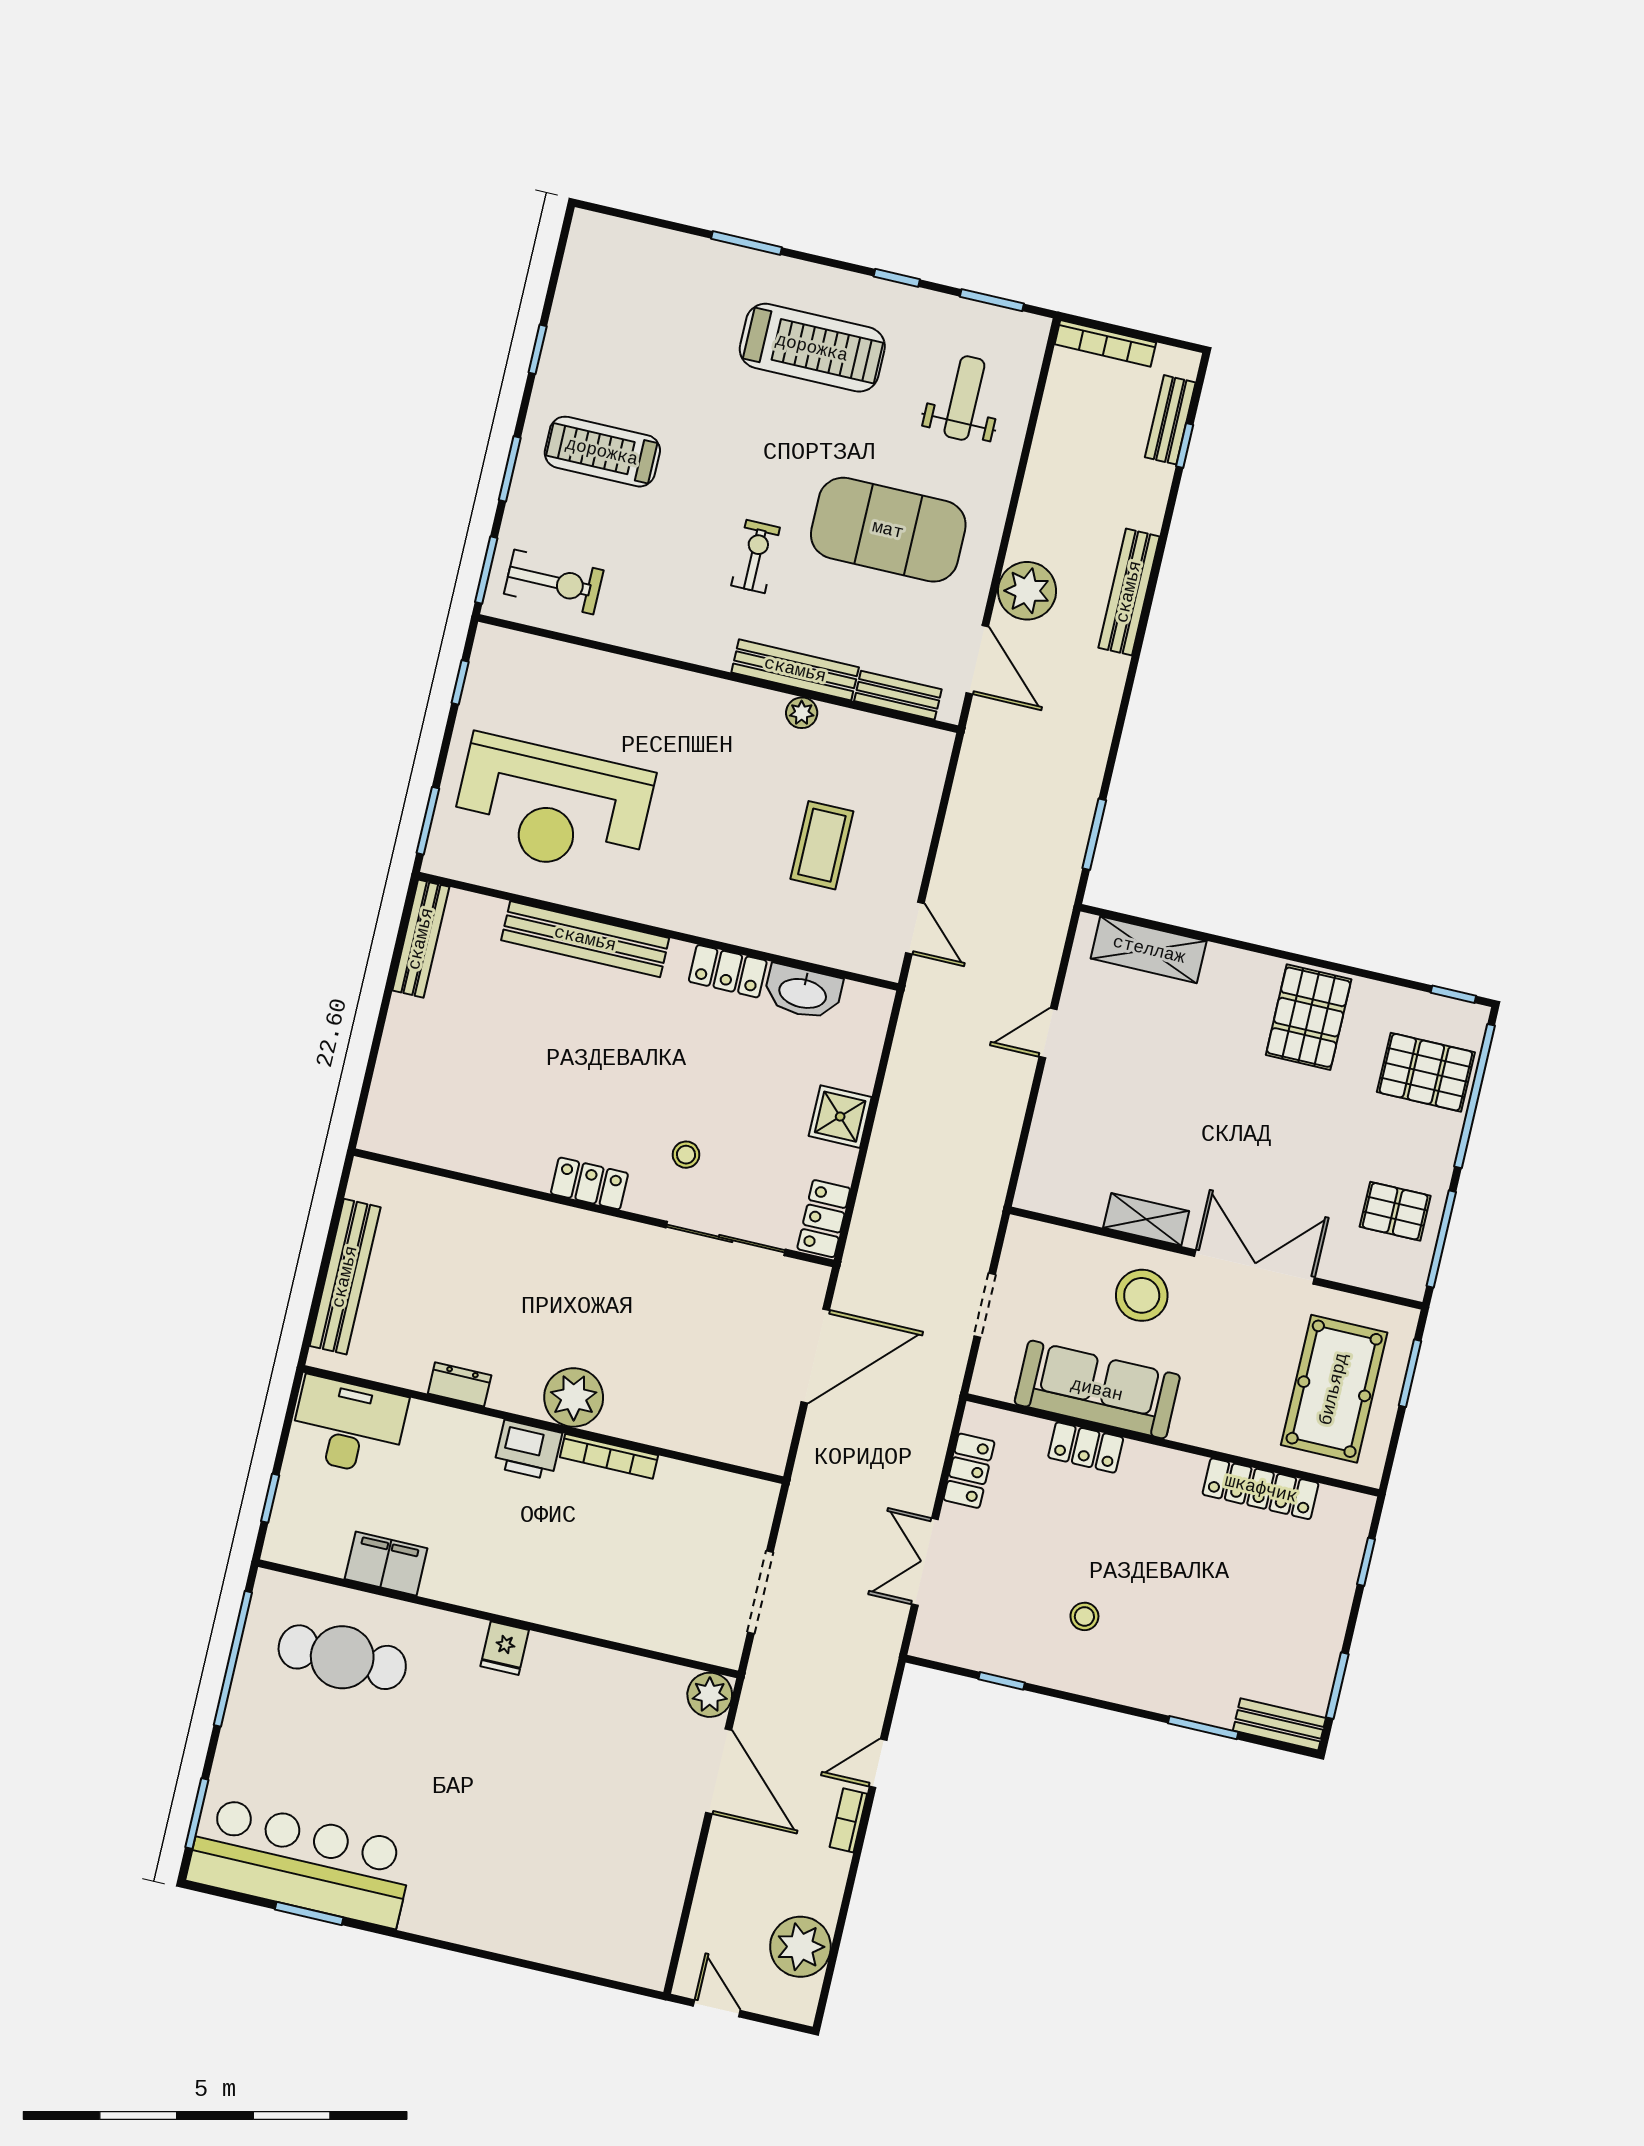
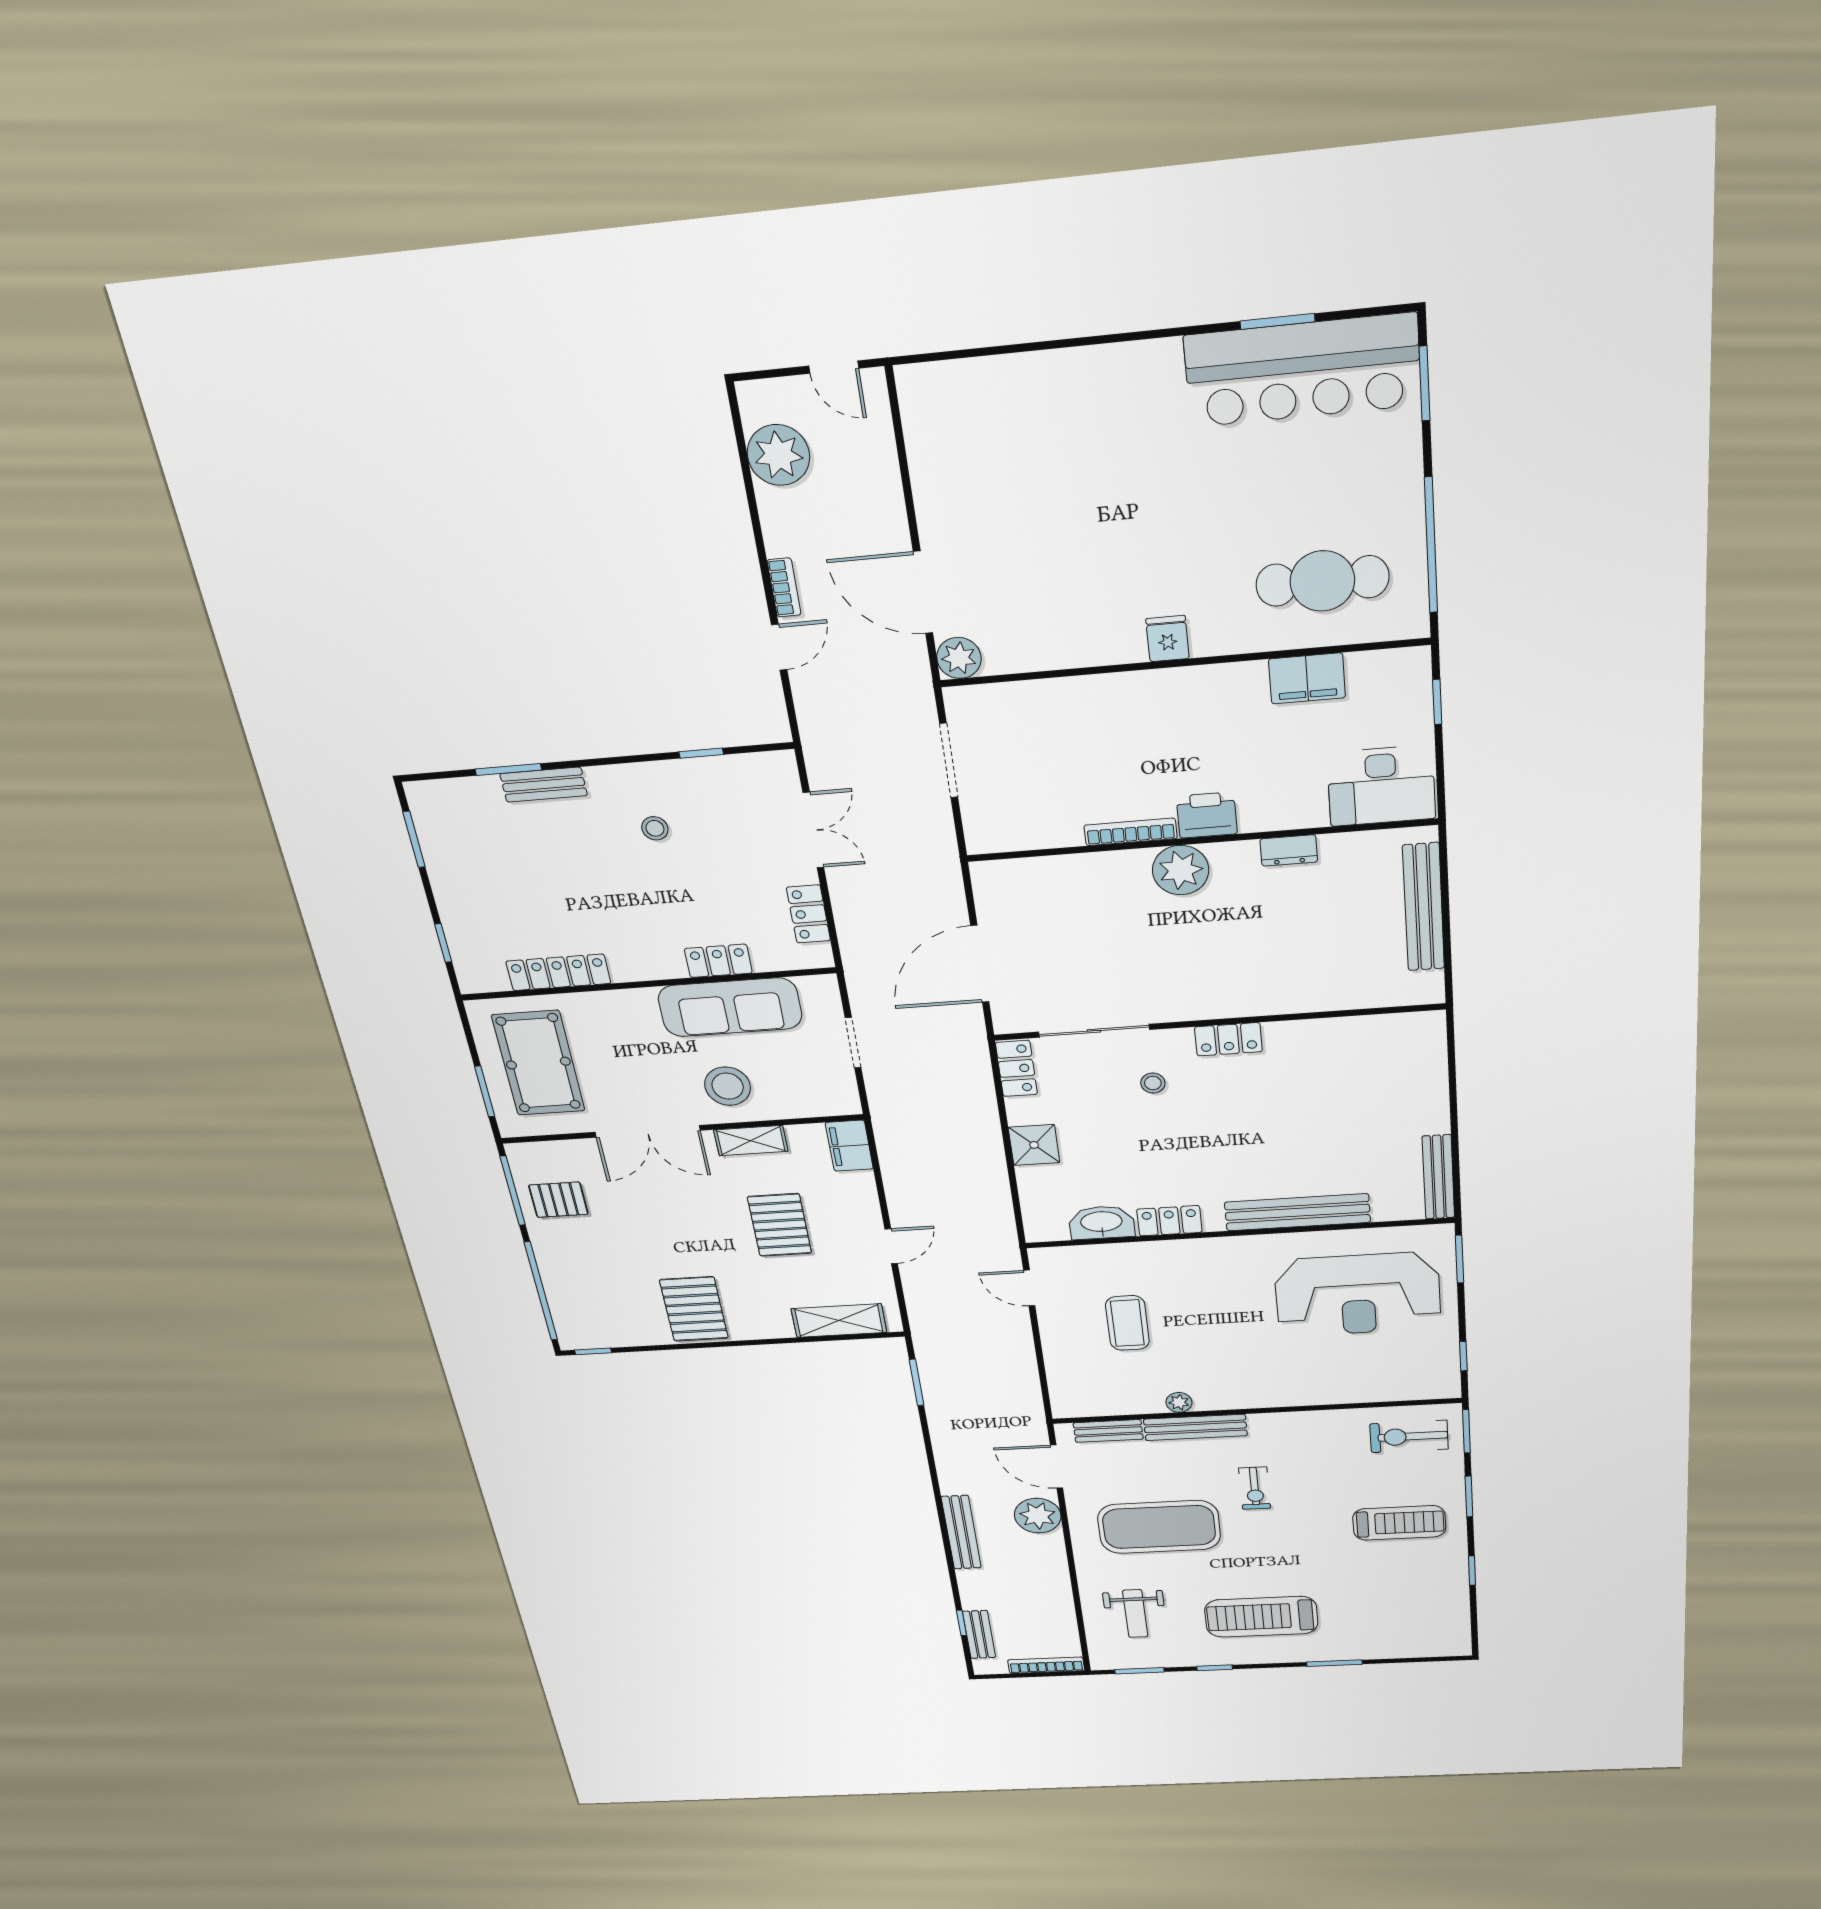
reception desk: (553, 806) -> (1358, 1294), turned 180
pallet: (1426, 1072) -> (779, 1225), moved, turned 90
filing cabinet: (1041, 1179) -> (849, 1146), added
bench: (1279, 1724) -> (544, 785), moved

